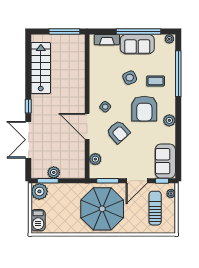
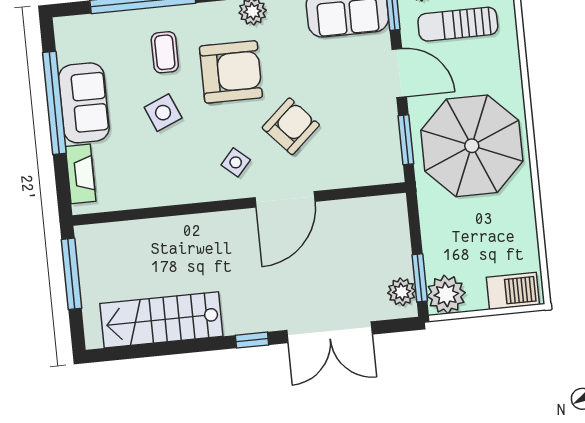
plant: (169, 39) -> (64, 30), removed
plant: (95, 159) -> (359, 173), removed
plant: (54, 172) -> (402, 292), moved

